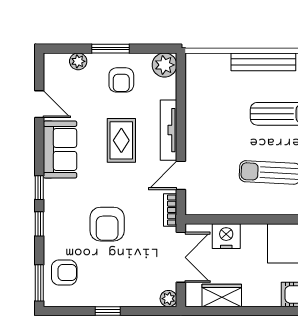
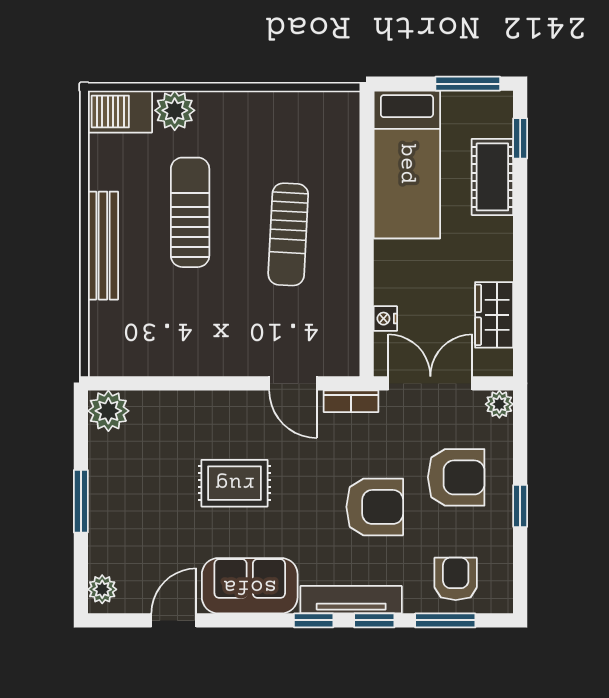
plant: (78, 61) -> (102, 589), moved
armchair: (121, 80) -> (456, 477), moved, width x1.38, depth x1.38
tv unit: (169, 130) -> (351, 600), moved, turned 180
nightstand: (226, 236) -> (385, 319), width x0.53, depth x0.56
window: (39, 283) -> (445, 620), moved

